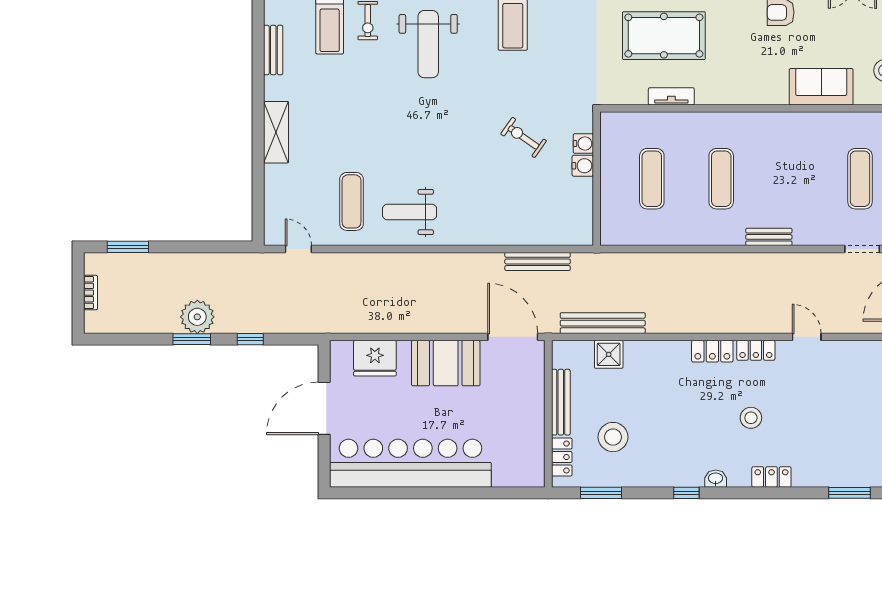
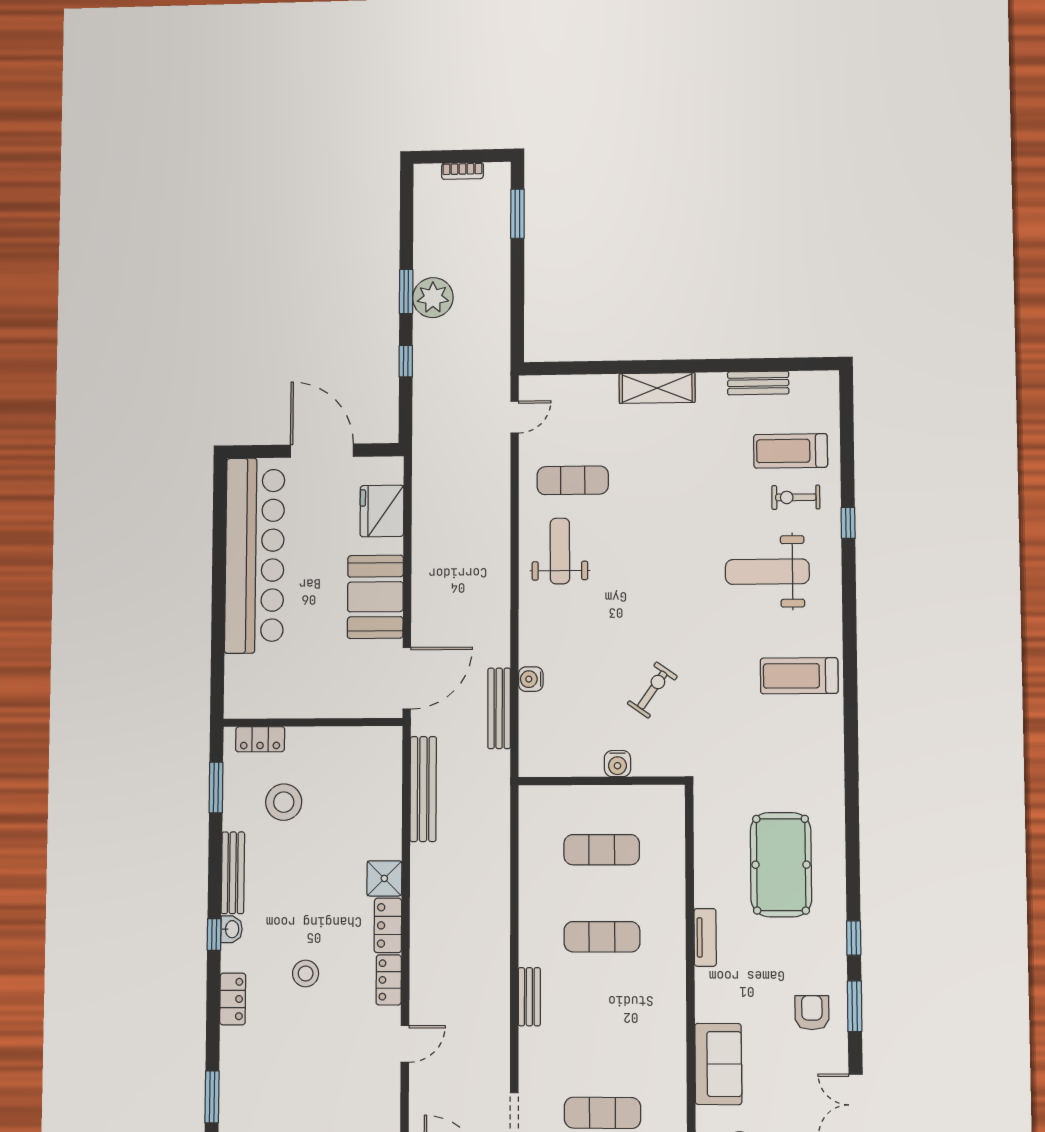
tv unit: (671, 96) -> (705, 937), moved
water cooler: (583, 143) -> (531, 679), moved, turned 90
shower: (609, 354) -> (384, 878), moved
bench: (561, 402) -> (233, 873), moved, turned 90
window: (686, 493) -> (214, 935), moved

